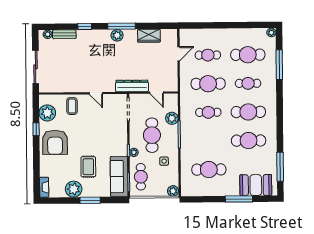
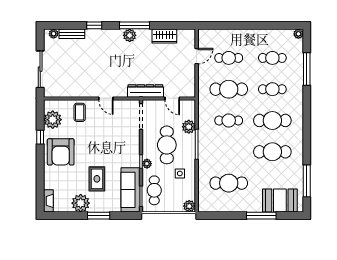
cafe table: (248, 55) -> (272, 58), width x0.73, depth x0.74

